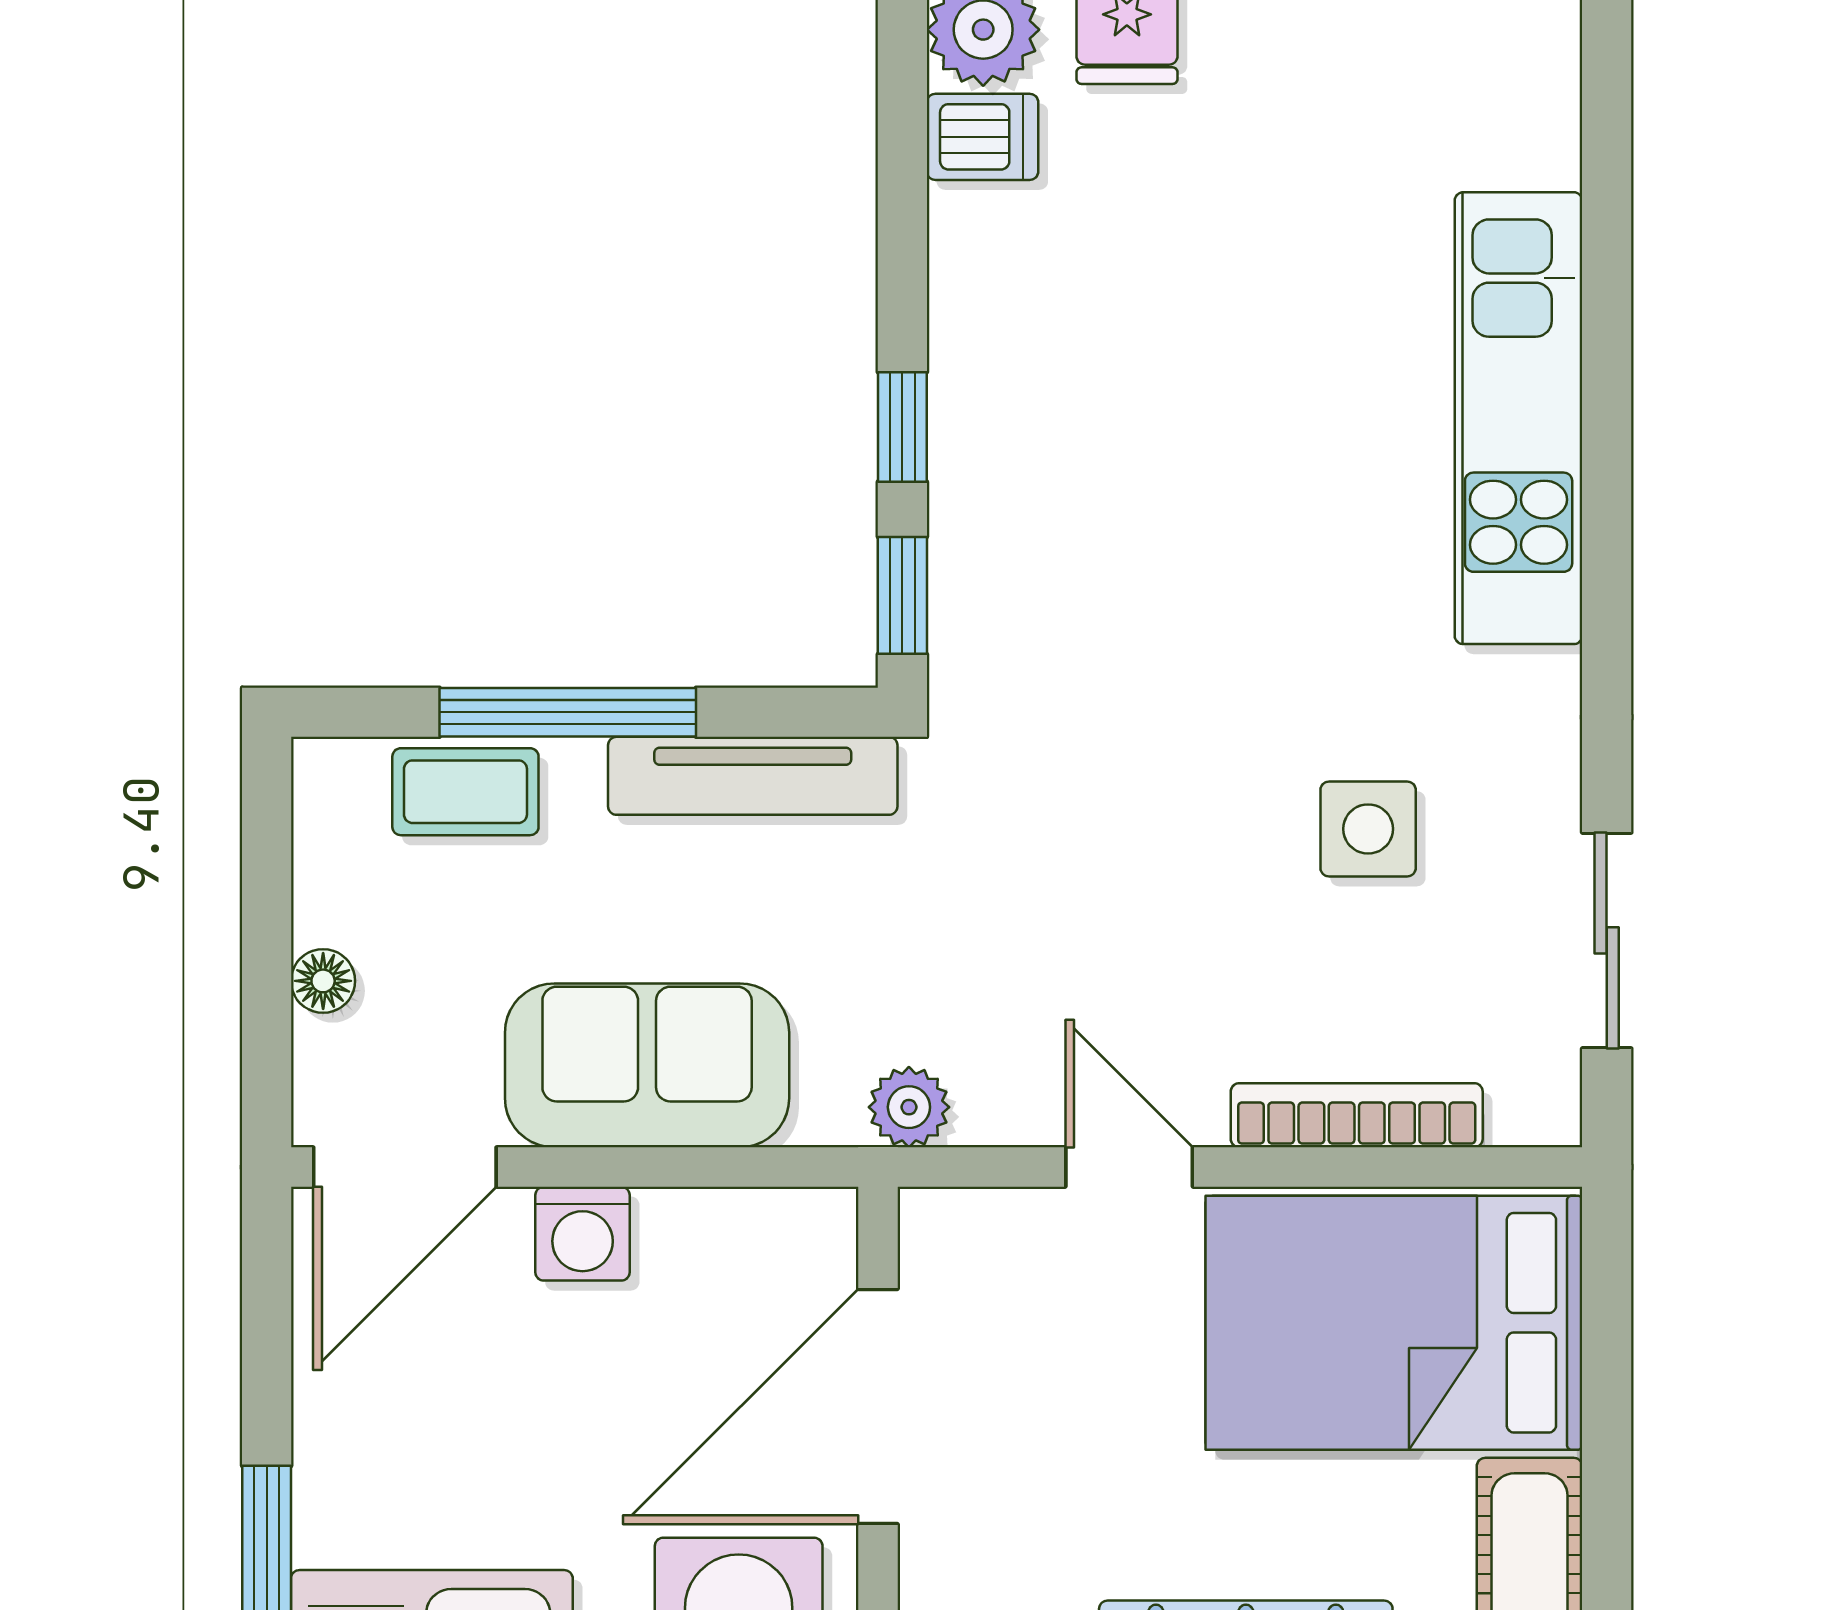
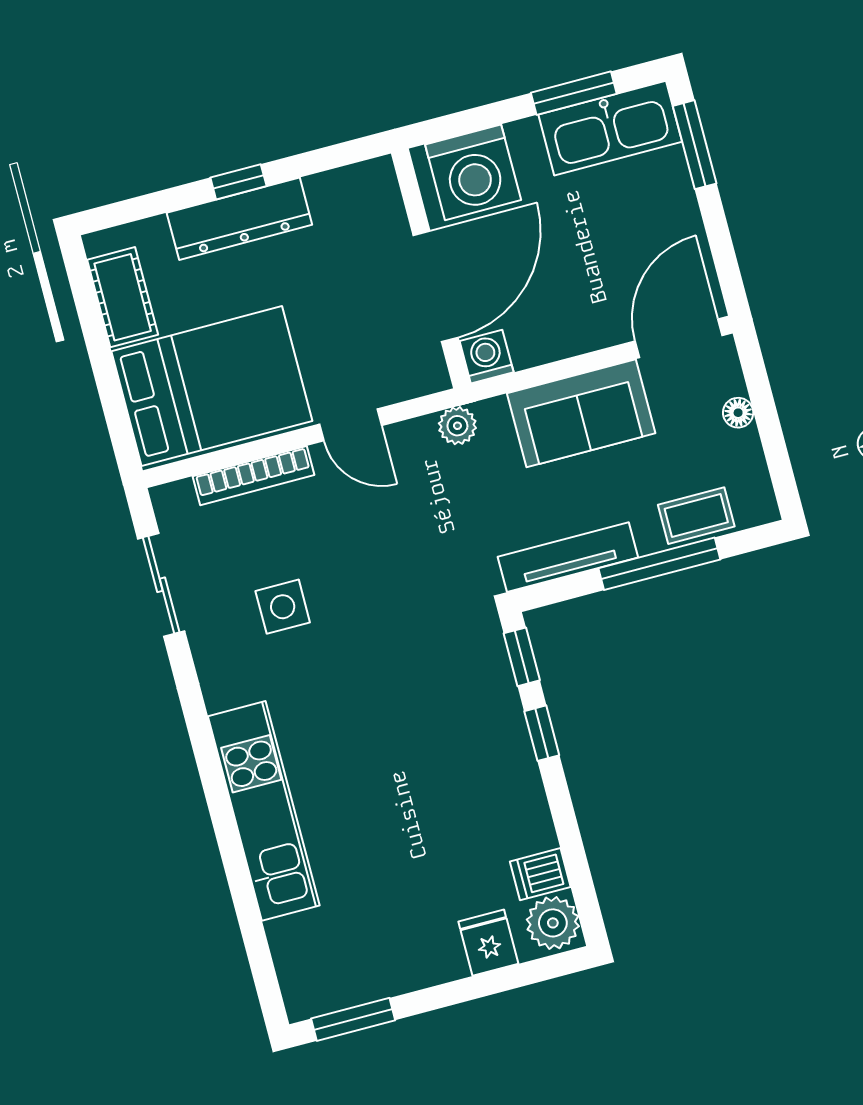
washing machine: (583, 1234) -> (487, 357), moved

